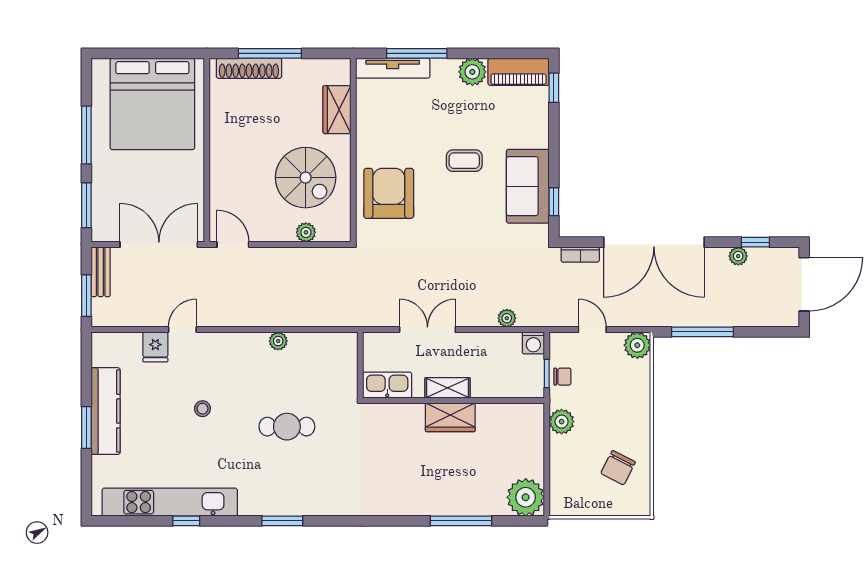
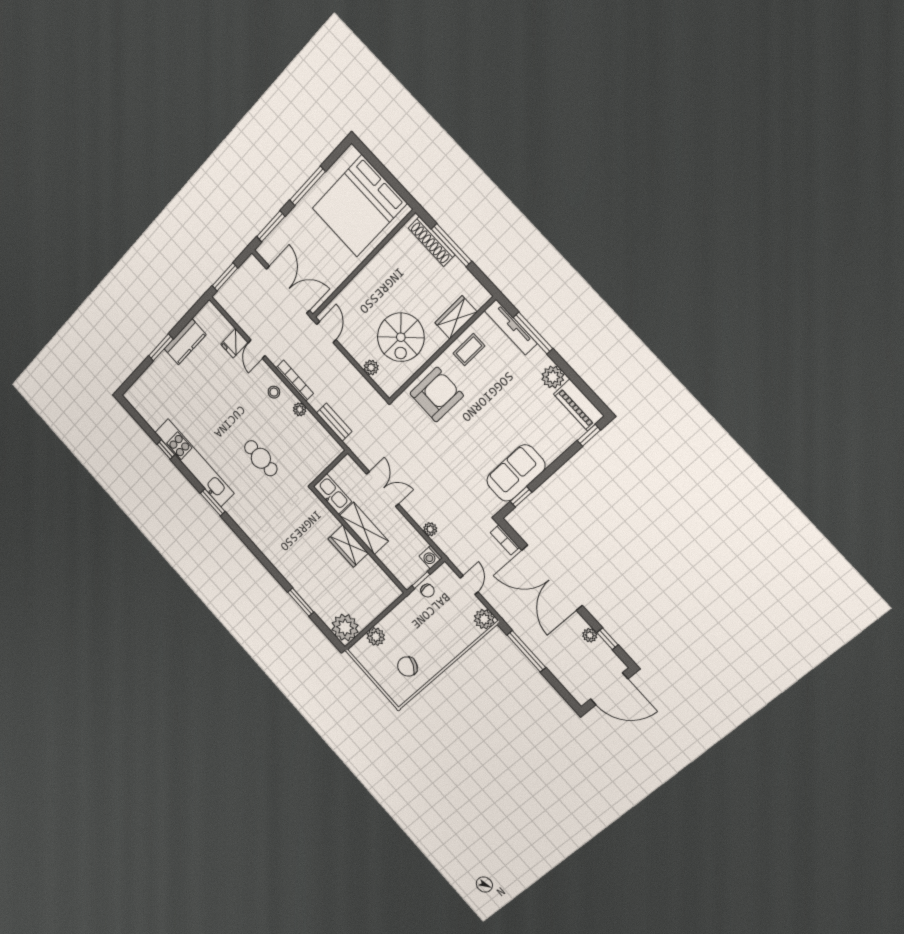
coffee table: (464, 161) -> (469, 350), moved, turned 90
bench: (101, 272) -> (334, 422), moved, turned 90
bookcase: (247, 320) -> (295, 381), added
door: (182, 330) -> (257, 349), swing flipped
shelving: (448, 388) -> (364, 528), width x1.50, depth x1.33
stool: (202, 409) -> (274, 392), moved
kitchen counter: (106, 411) -> (185, 342), width x0.67
plant: (562, 422) -> (376, 637), moved
kitchen unit: (170, 502) -> (194, 463), moved
window: (461, 521) -> (301, 602), width x0.69

